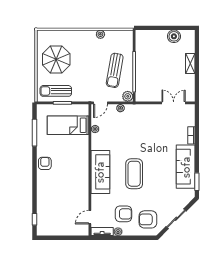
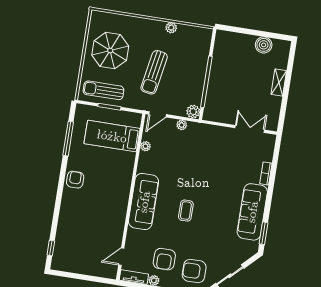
sun lounger: (115, 70) -> (154, 72), moved
coffee table: (134, 174) -> (186, 211), width x0.54, depth x0.58
armchair: (123, 214) -> (164, 259), turned 90

